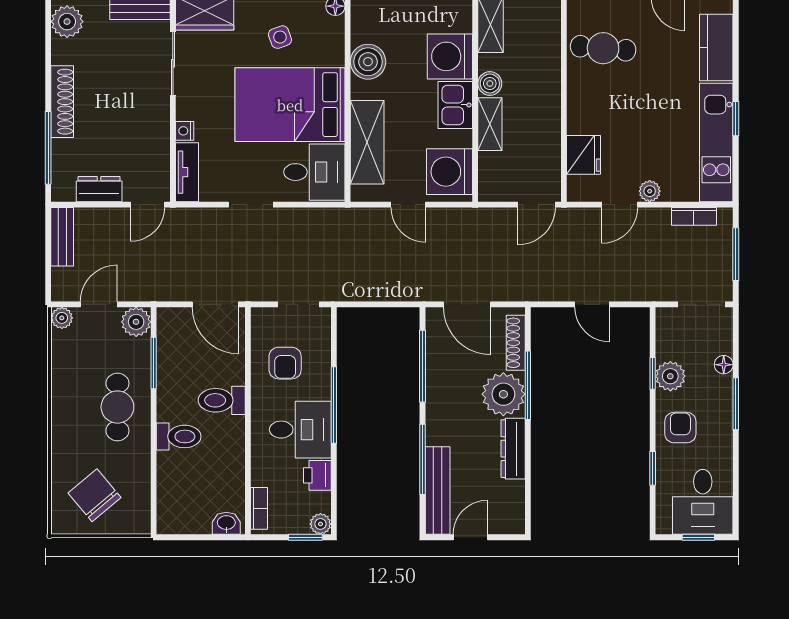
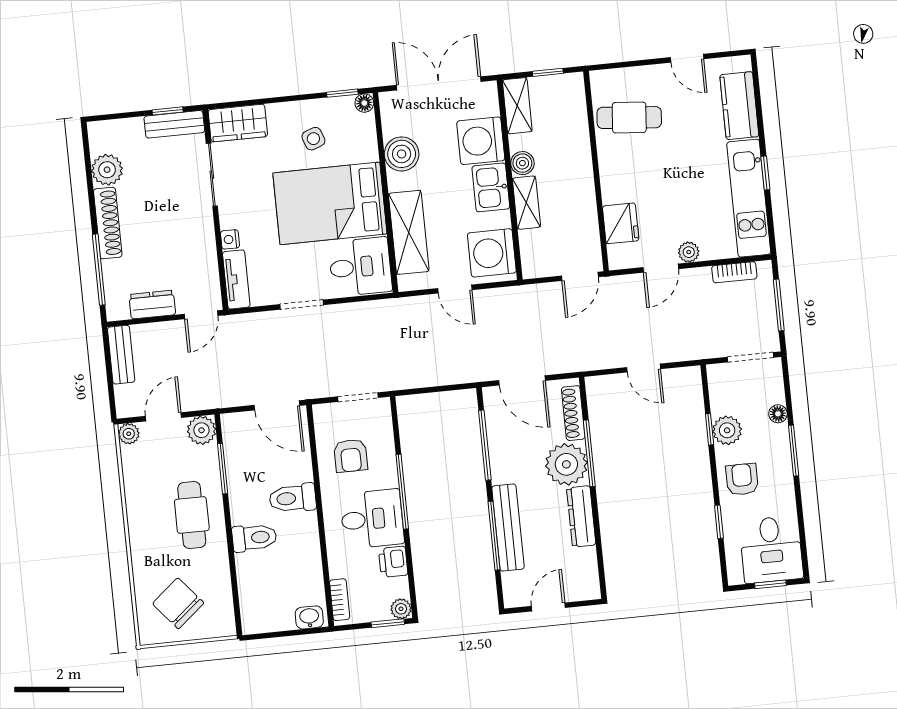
plant: (67, 22) -> (107, 170), moved
bench: (438, 490) -> (508, 527), moved

